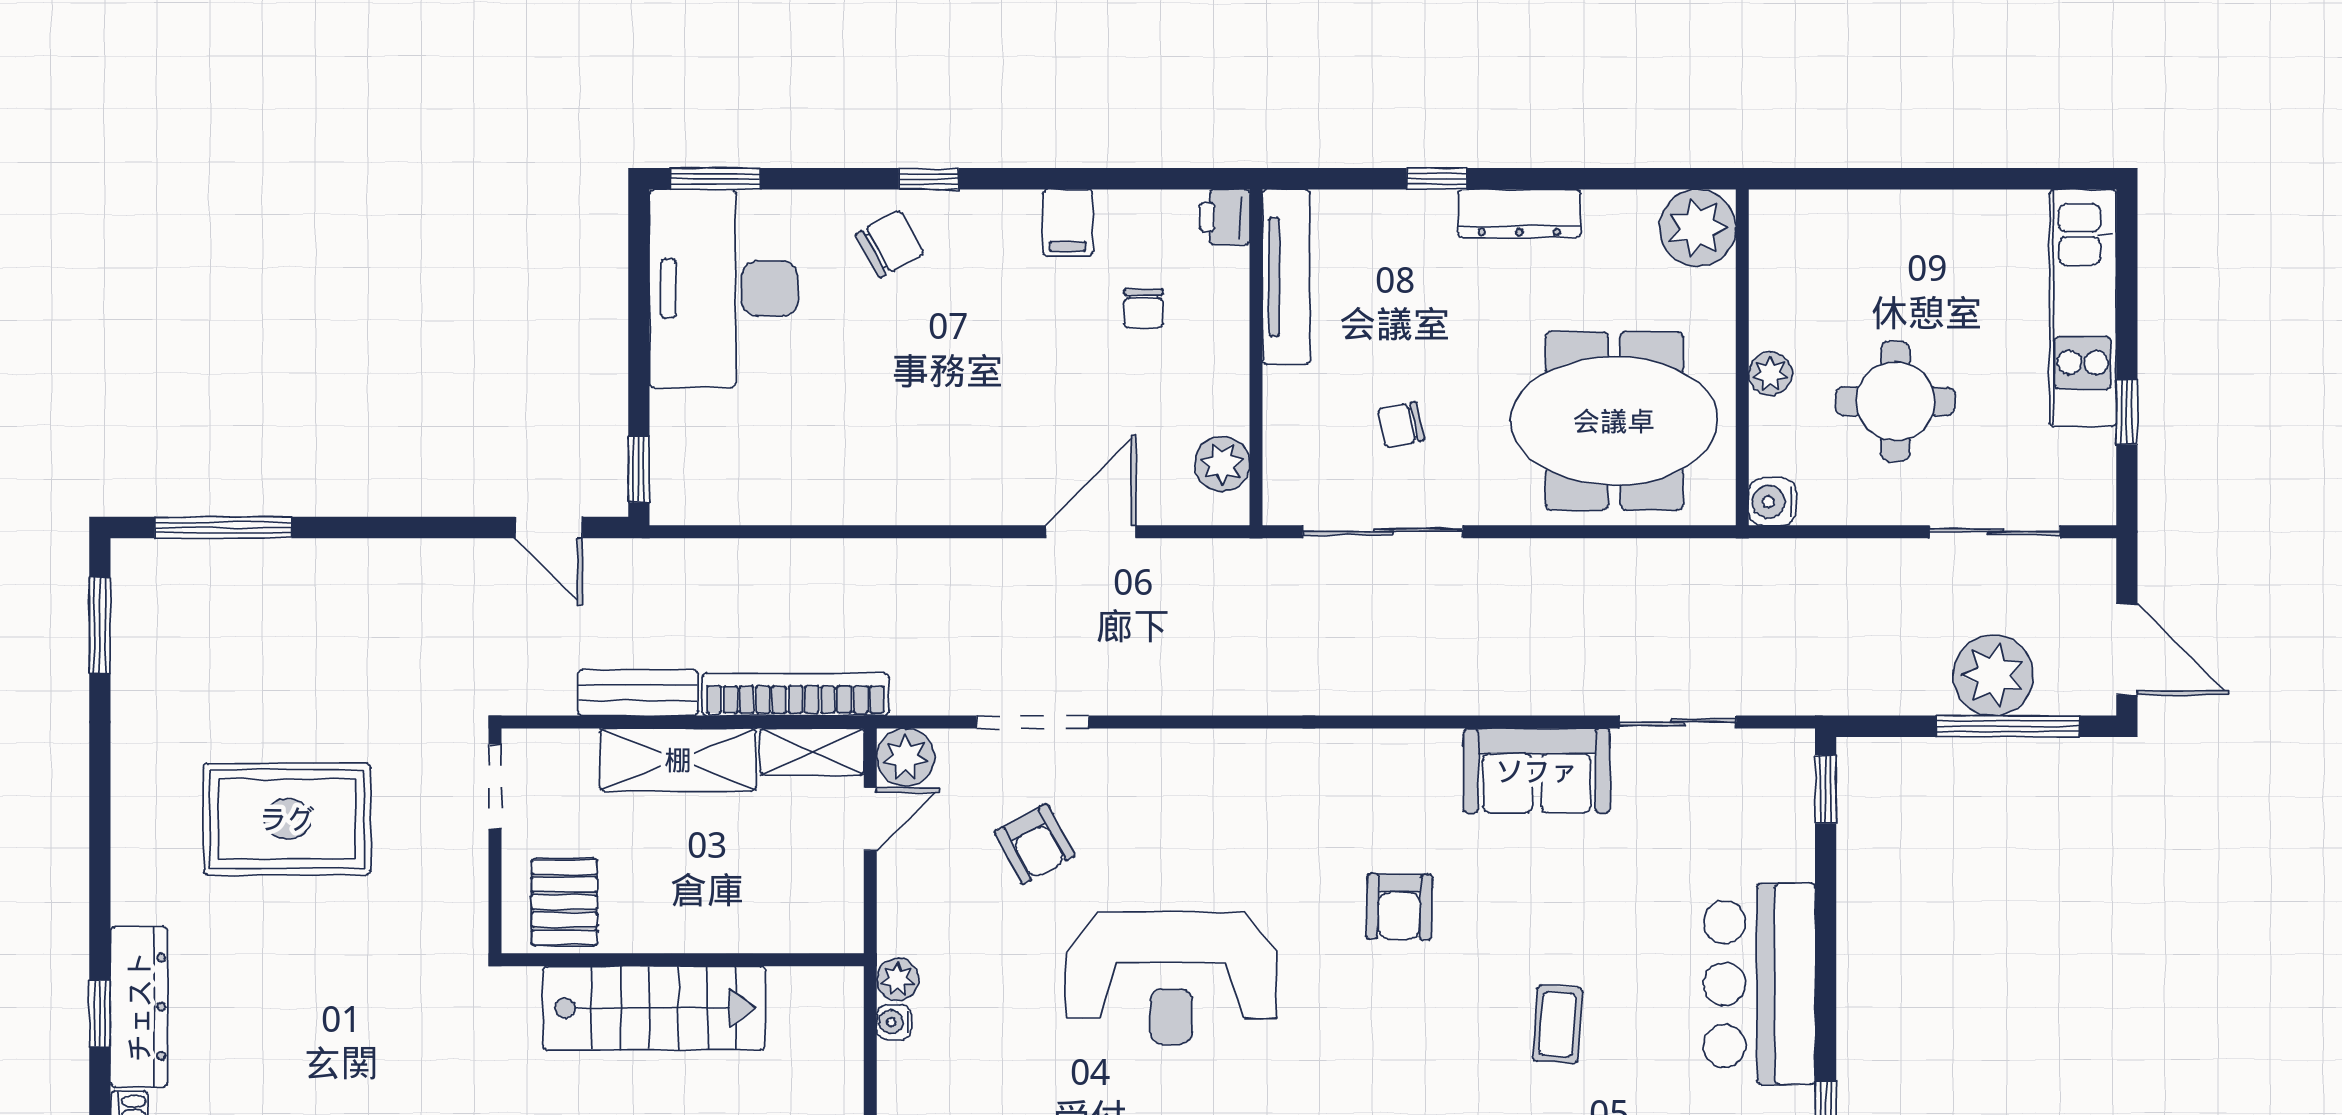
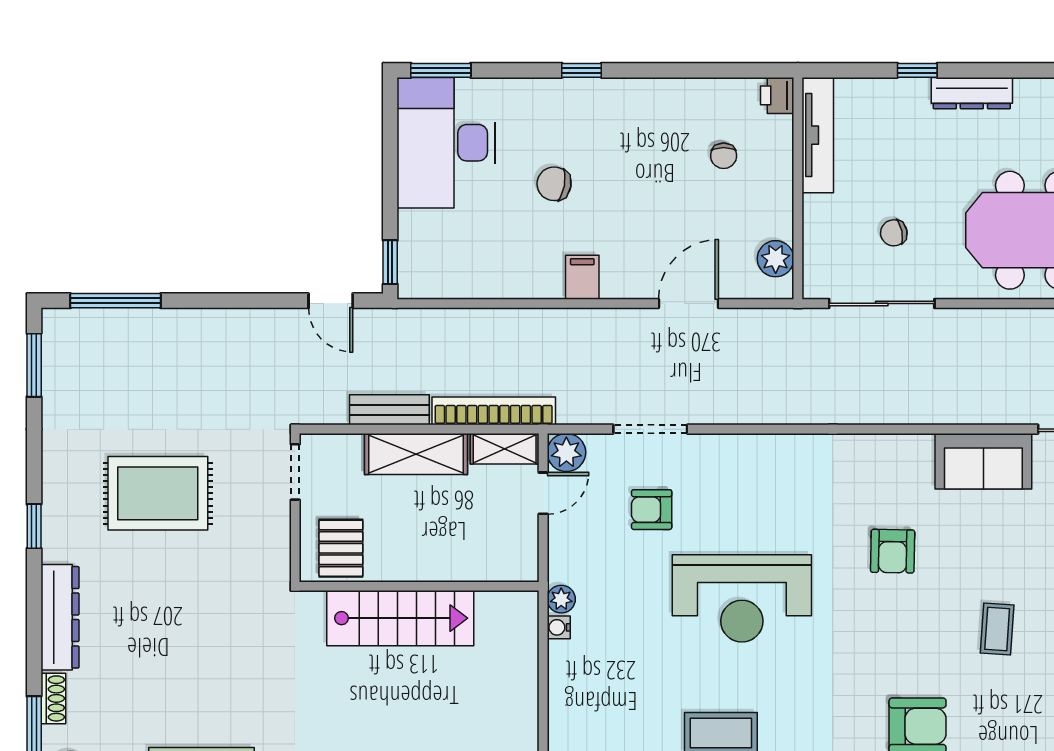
filing cabinet: (1068, 223) -> (582, 277), moved, turned 180
chair: (890, 244) -> (554, 184), moved, turned -141
armchair: (1035, 844) -> (652, 510), turned 118
window: (100, 1014) -> (34, 526), moved

